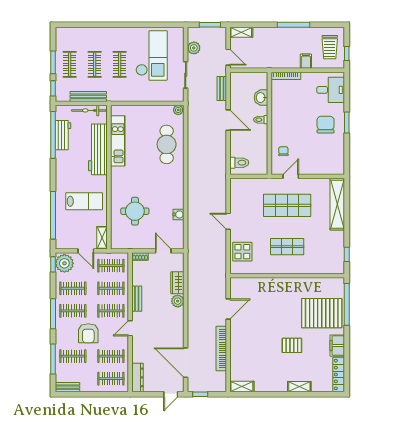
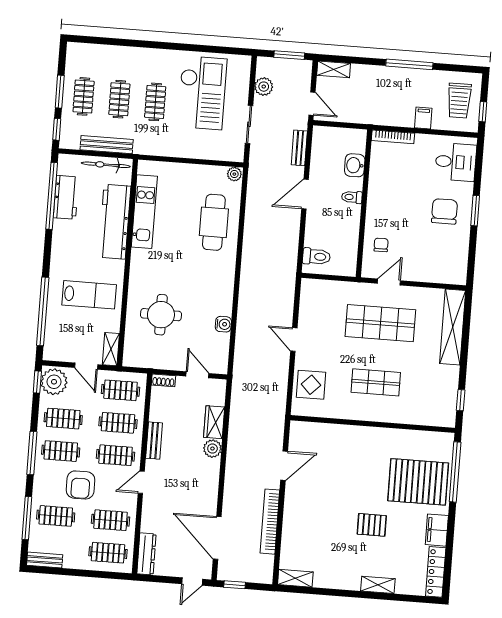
door: (228, 120) -> (305, 194), swing flipped

